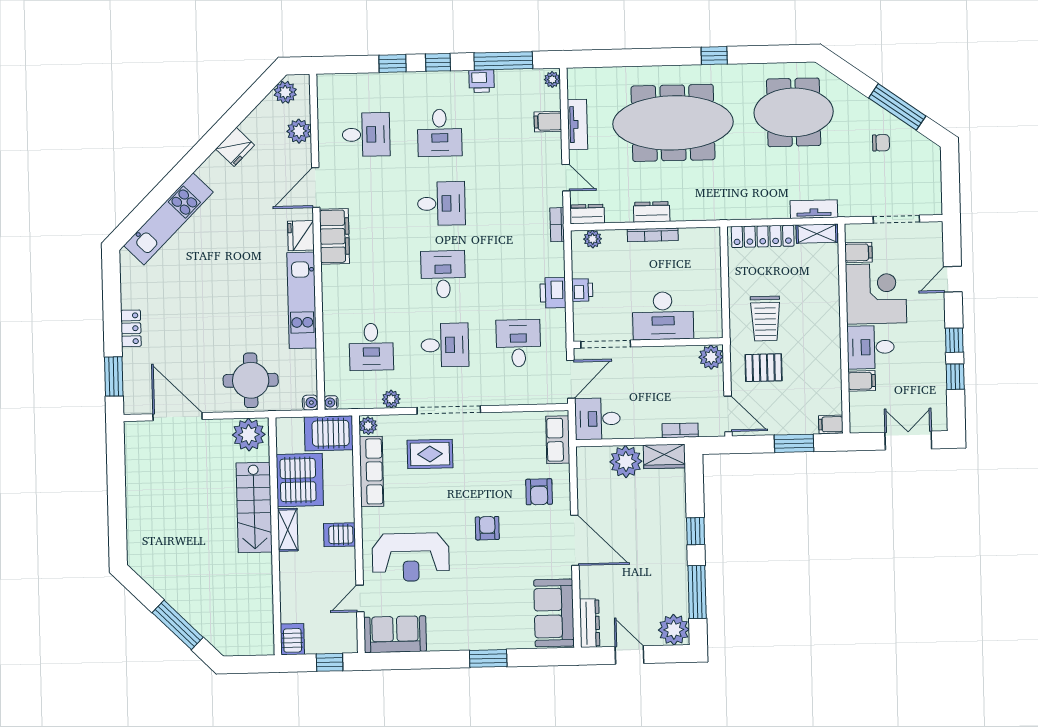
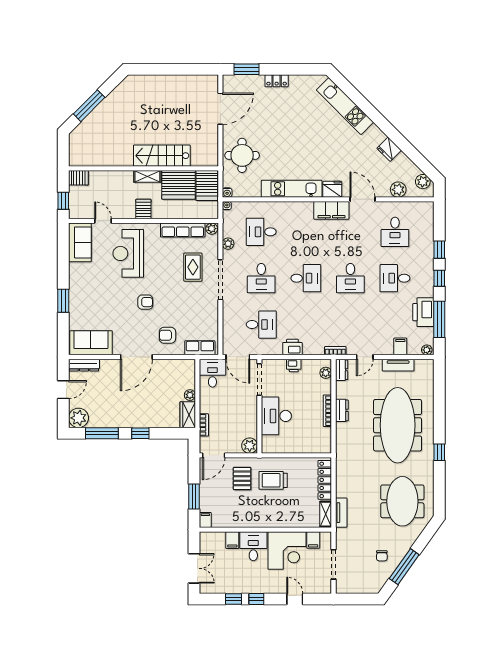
printer: (481, 81) -> (423, 312), width x1.87, depth x1.48
server rack: (329, 433) -> (207, 185), moved, turned 180
plant: (249, 435) -> (208, 153), removed
plant: (626, 462) -> (190, 395), width x0.53, depth x0.53

